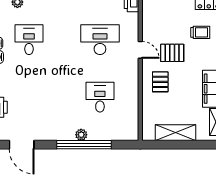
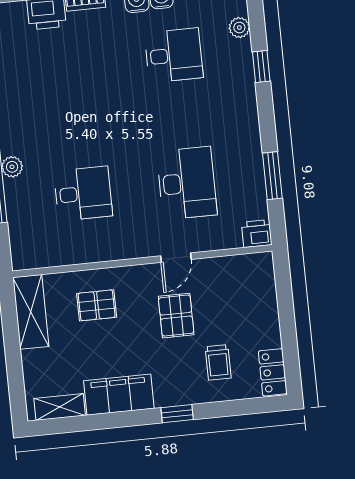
pallet: (160, 82) -> (97, 305), moved
shelving: (176, 133) -> (31, 312), moved

